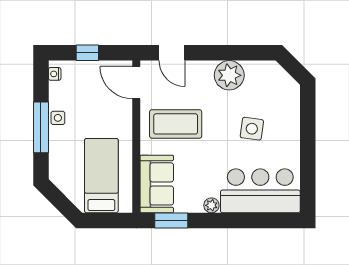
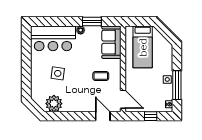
plant: (229, 75) -> (54, 104), moved
coffee table: (176, 124) -> (101, 76), width x0.54, depth x0.58
window: (41, 127) -> (177, 85), moved
window: (171, 221) -> (92, 22), moved

